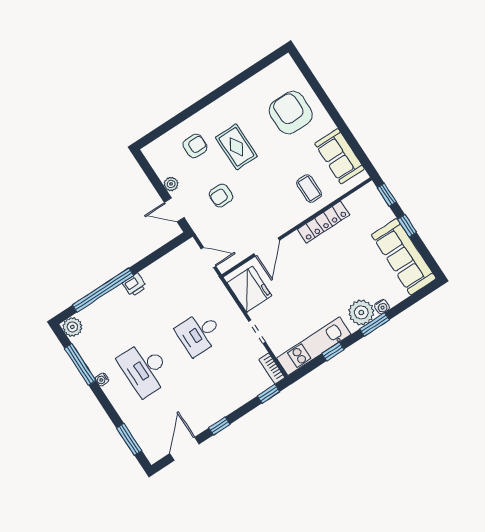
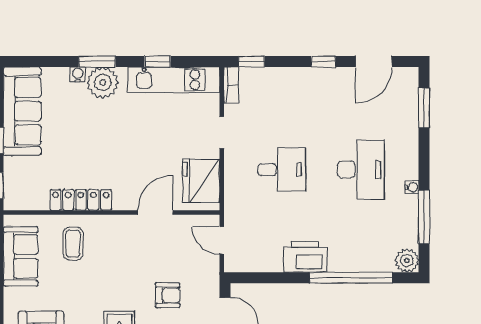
printer: (135, 285) -> (305, 257), width x1.87, depth x1.48

